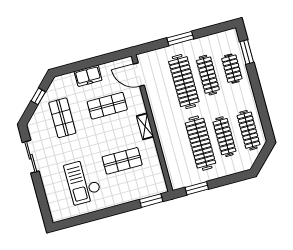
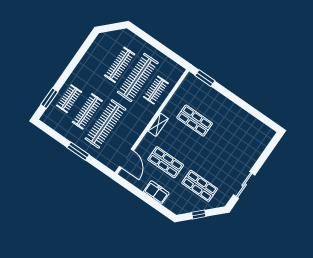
shop shelf: (62, 118) -> (200, 186), turned 90
clothes rail: (249, 130) -> (156, 90), moved, width x0.73
checkout: (83, 182) -> (231, 135), removed
window: (197, 188) -> (171, 54), removed

